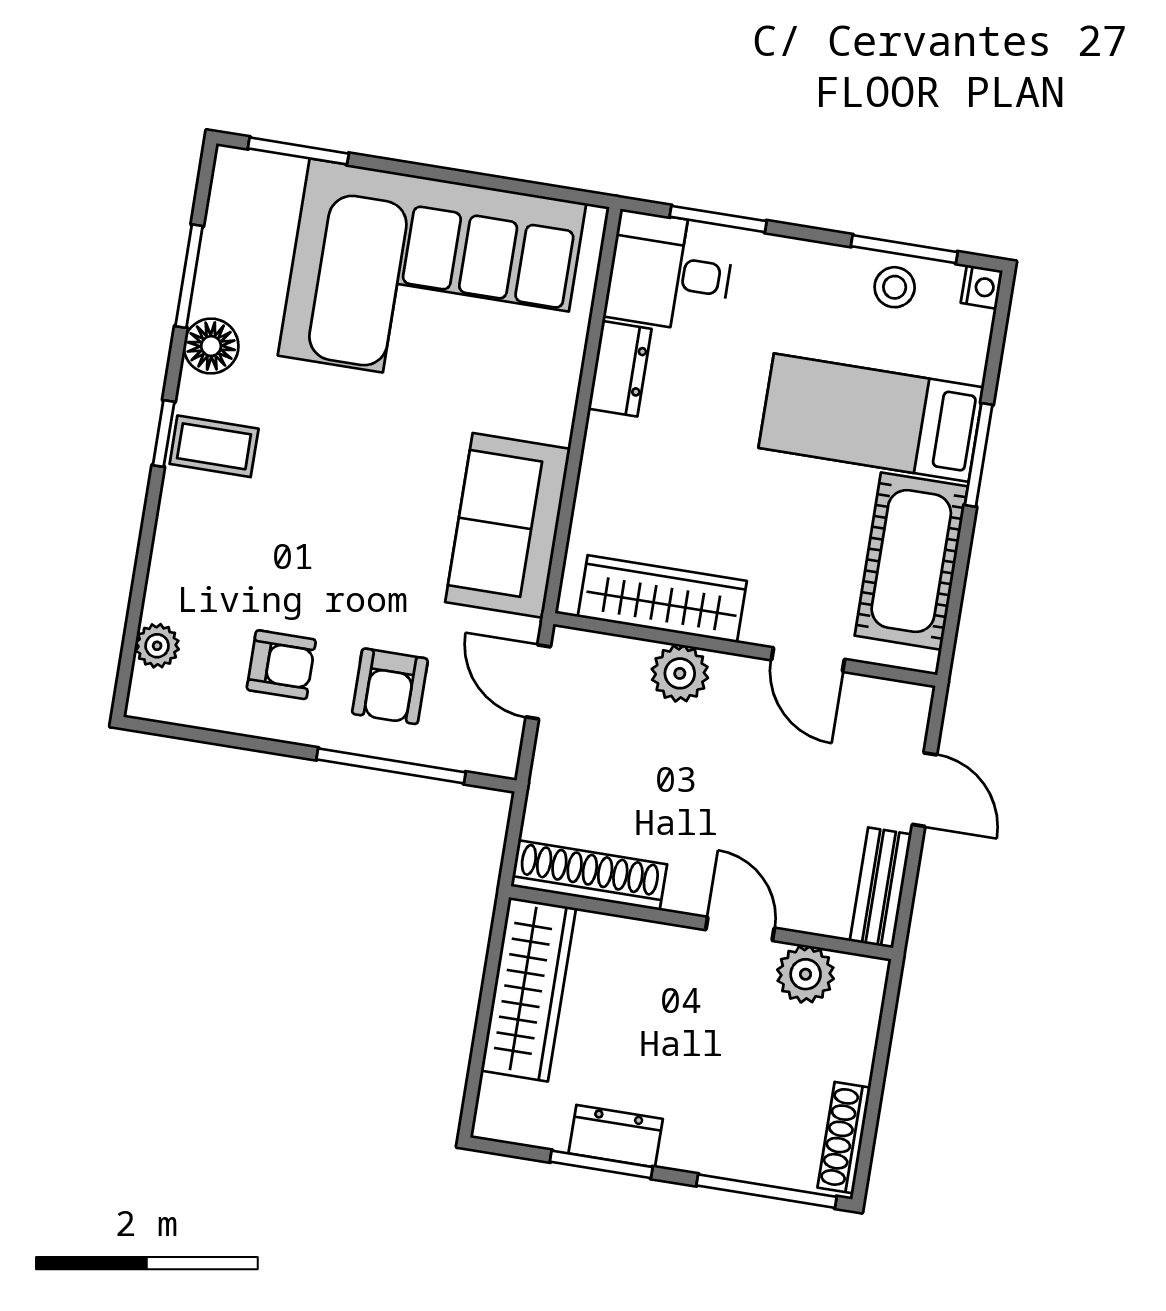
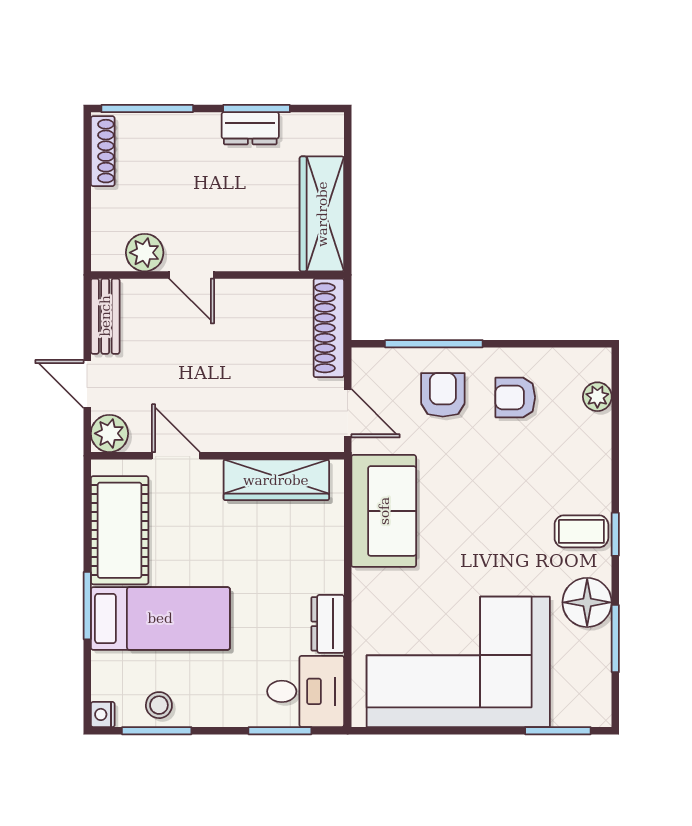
floor lamp: (211, 346) -> (587, 602), width x1.38, depth x1.38
plant: (680, 673) -> (109, 433), moved
shoe rack: (589, 875) -> (329, 328), moved, turned 90

